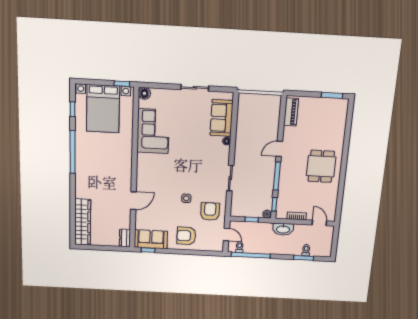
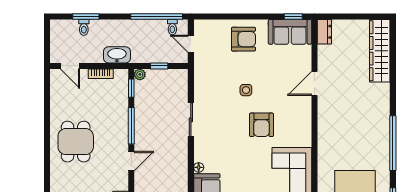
armchair: (210, 211) -> (262, 125), moved

